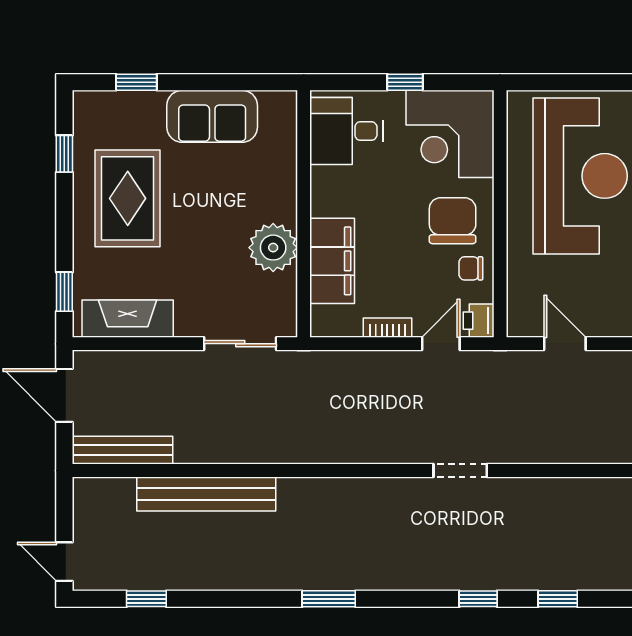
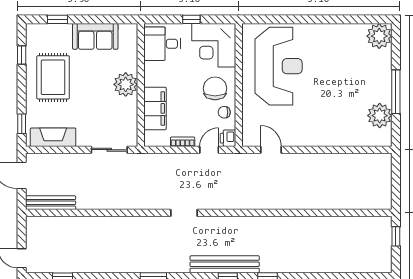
plant: (273, 248) -> (126, 84), moved
doorway: (460, 470) -> (184, 213), moved
bench: (206, 494) -> (225, 264), moved

